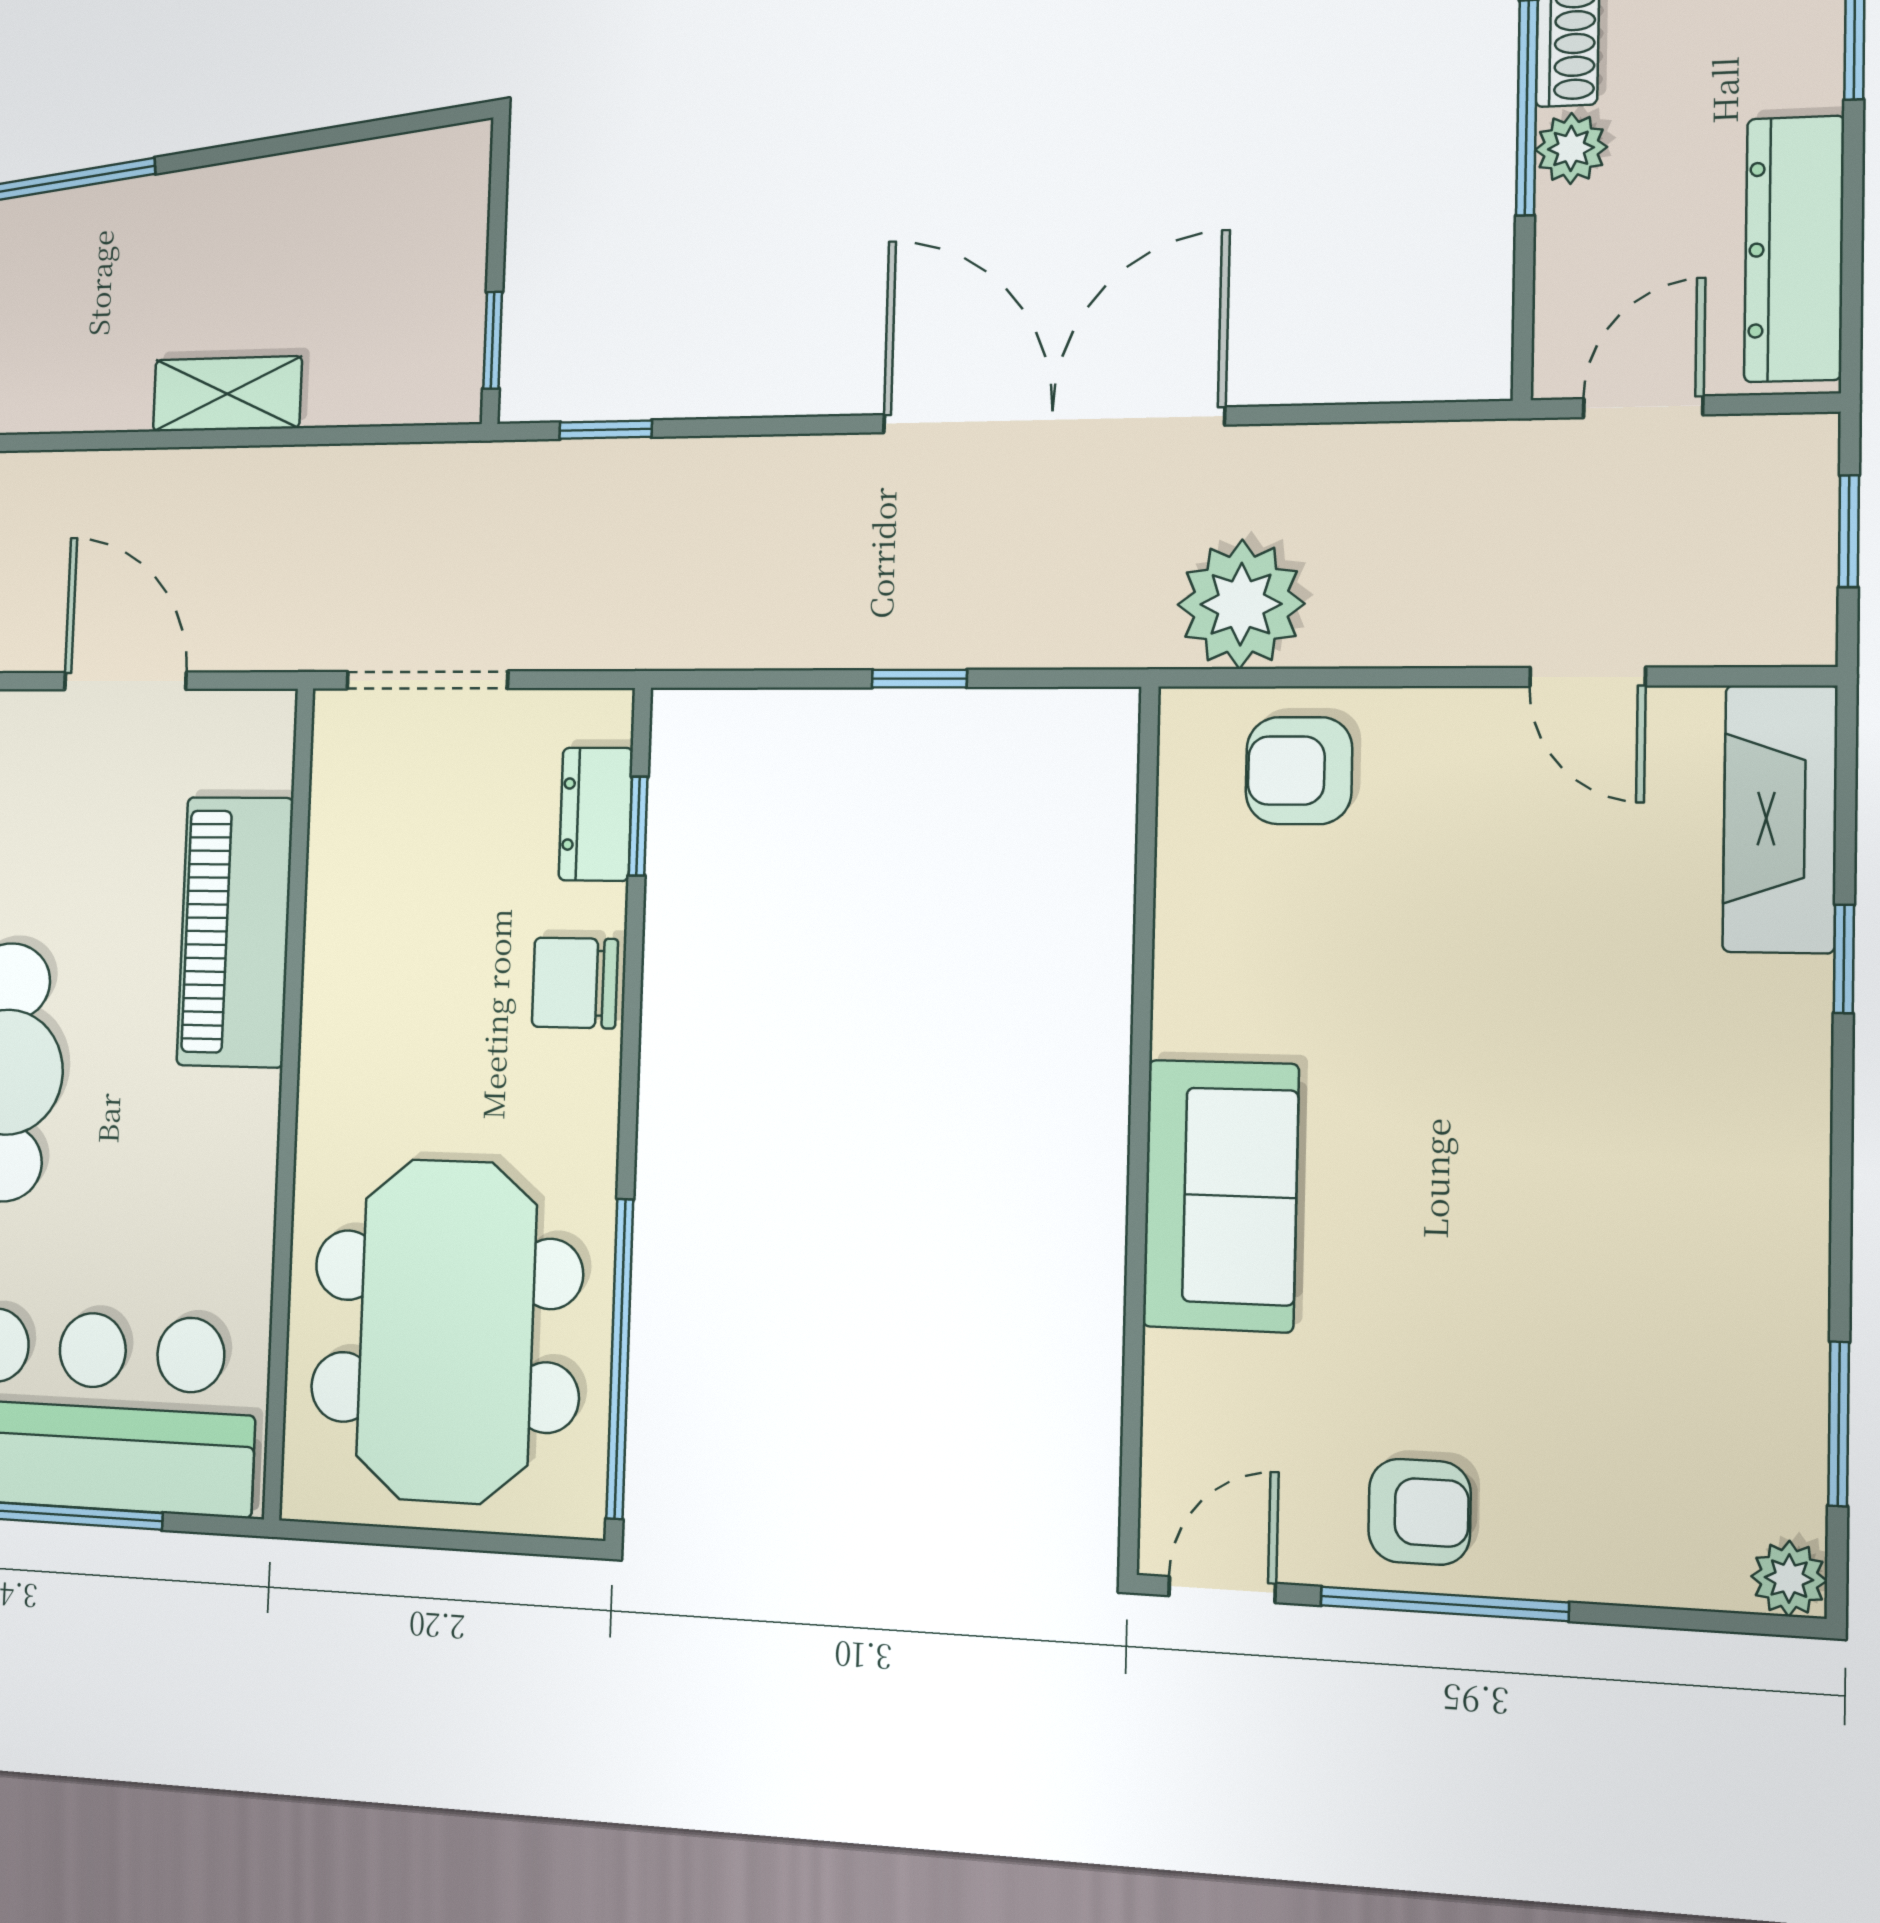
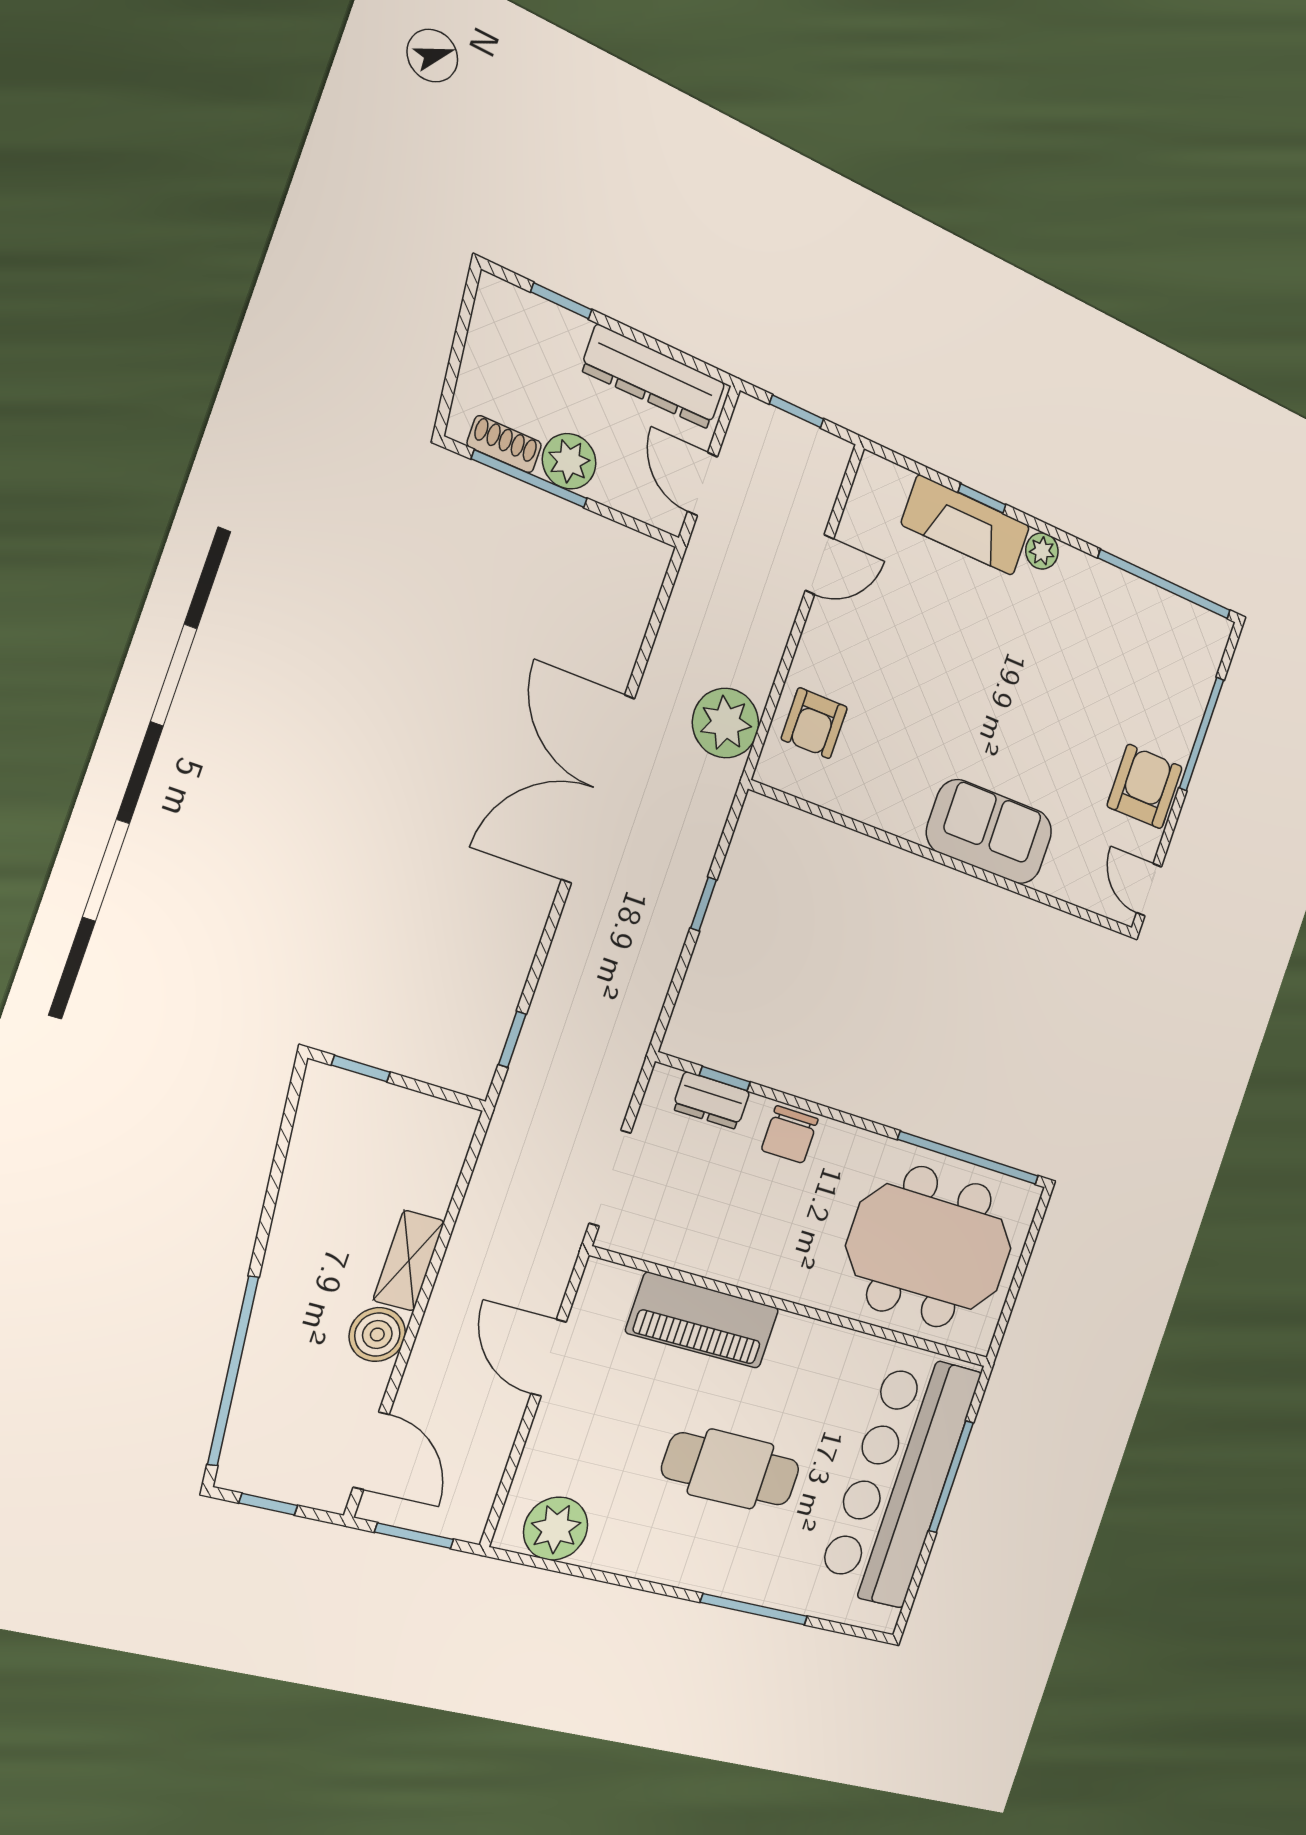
plant: (1571, 148) -> (569, 461), width x1.38, depth x1.38
window: (493, 340) -> (361, 1069), moved
boiler: (108, 387) -> (377, 1334), added
door: (125, 681) -> (549, 1358), hinge flipped
fireplace: (1780, 819) -> (966, 525), moved
window: (1839, 1424) -> (1165, 584), width x2.11
armchair: (1419, 1512) -> (1145, 787), width x1.38, depth x1.38
plant: (1789, 1579) -> (1042, 551), moved
window: (1444, 1604) -> (1202, 734), moved

